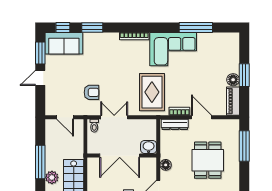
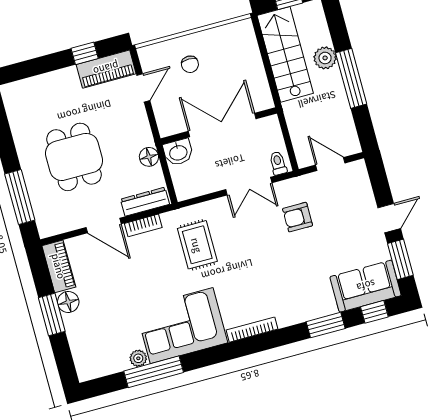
plant: (202, 37) -> (138, 358), added
rug: (152, 92) -> (197, 245), width x0.73, depth x0.70
floor lamp: (166, 165) -> (149, 157), moved

